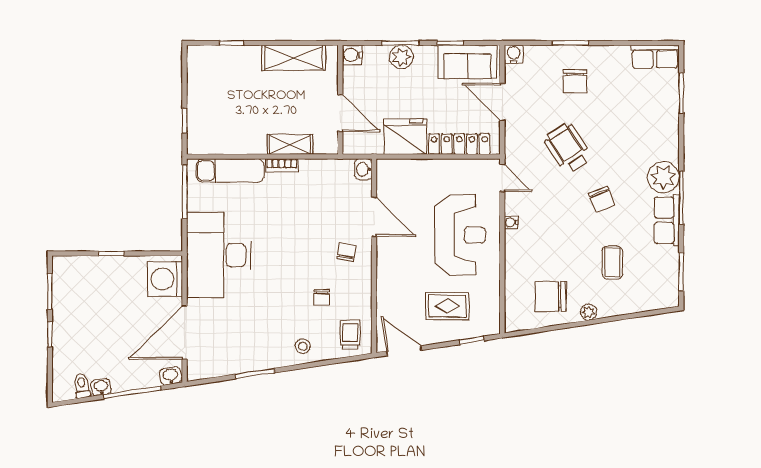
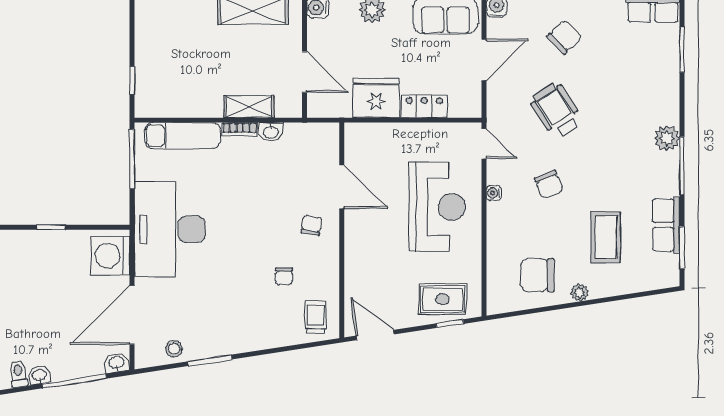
chair: (575, 81) -> (564, 37), turned -134
door: (502, 102) -> (484, 60), swing flipped
locker: (459, 144) -> (424, 106), width x0.66
washbasin: (363, 169) -> (271, 132), moved, turned -90
plant: (663, 177) -> (667, 138), width x0.73, depth x0.73
chair: (602, 199) -> (549, 185), moved
row of seats: (667, 220) -> (666, 225), moved
coffee table: (612, 262) -> (606, 237), width x1.36, depth x1.30
rug: (447, 306) -> (442, 299), moved
stool: (303, 346) -> (174, 349), moved

